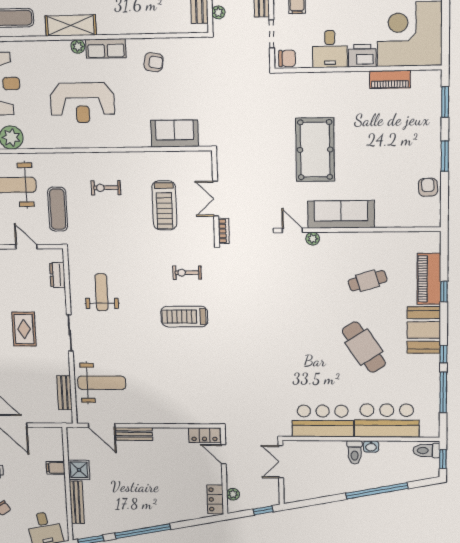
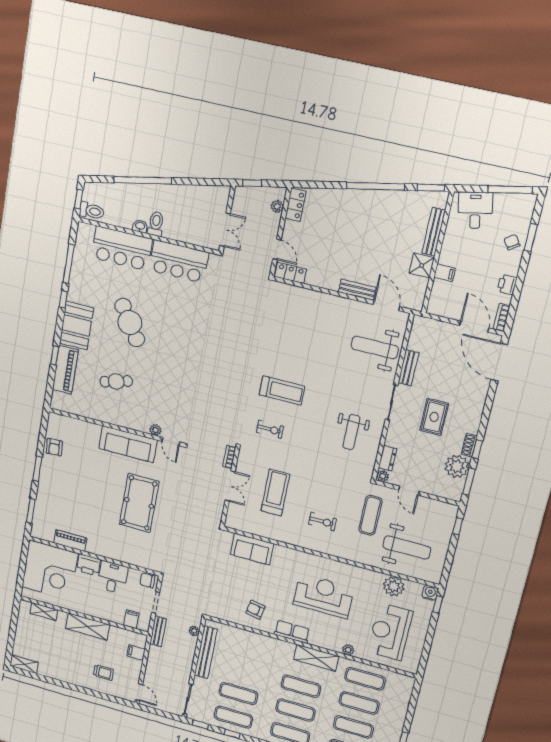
plant: (78, 46) -> (348, 650), moved
plant: (57, 255) -> (383, 476), added
bench: (64, 393) -> (408, 368), moved

